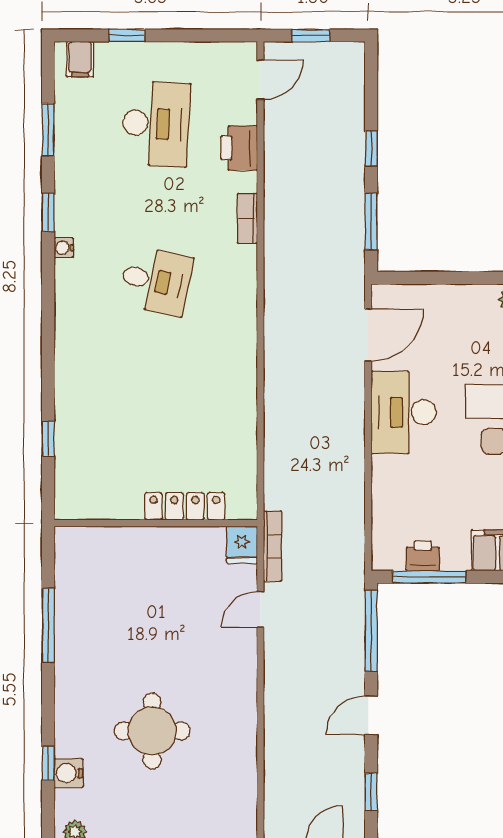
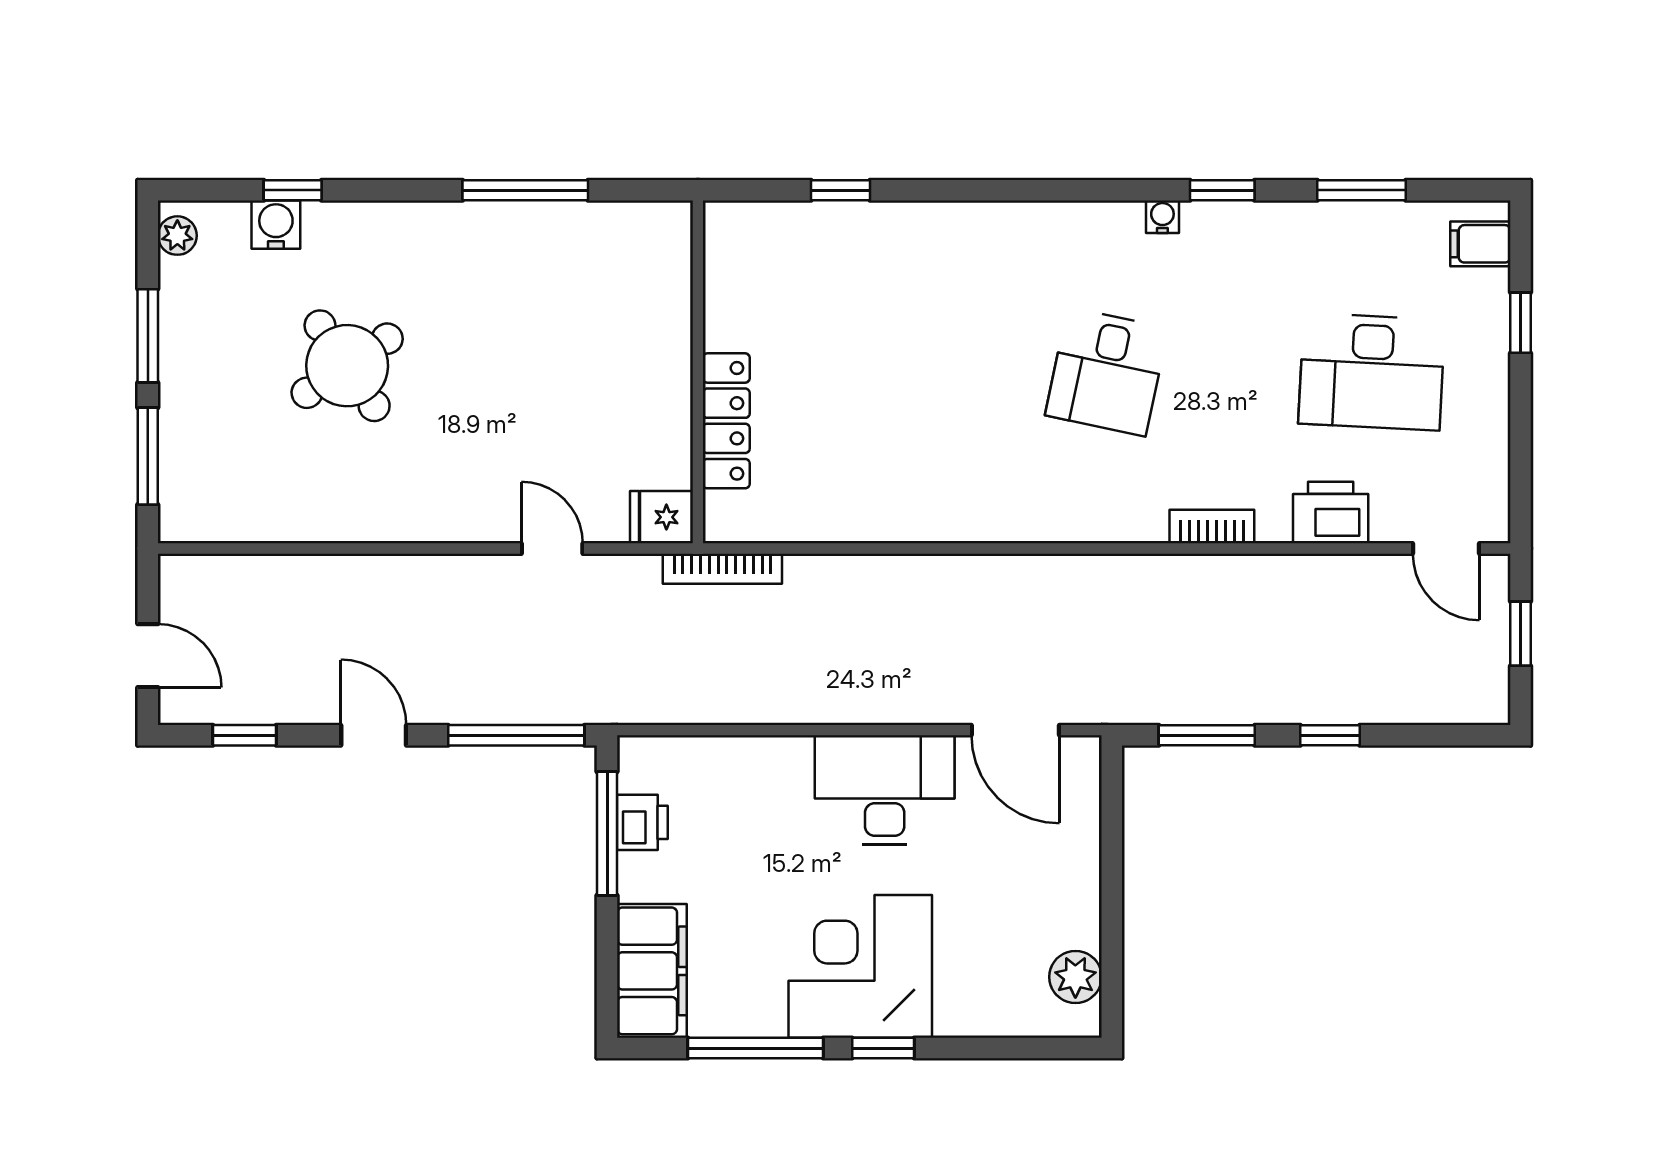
bookcase: (272, 546) -> (722, 569), moved
round table: (152, 731) -> (347, 366), turned -34

